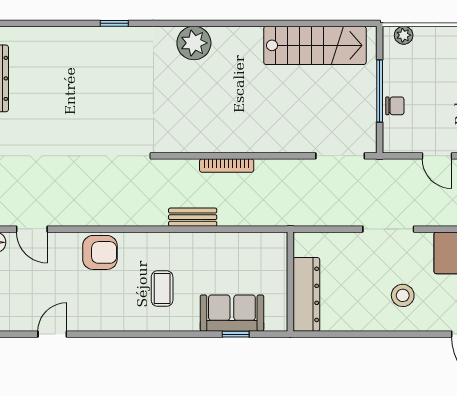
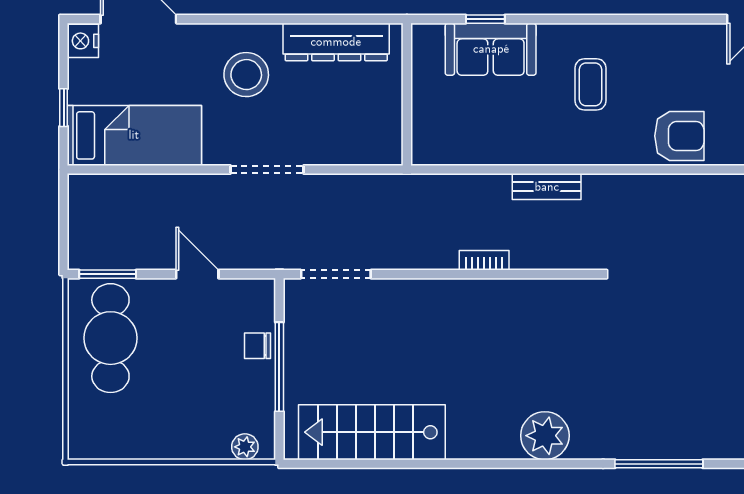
window: (114, 23) -> (659, 464), width x2.17
bookcase: (227, 166) -> (484, 260), width x0.64
armchair: (100, 252) -> (679, 136), turned 180
dresser: (306, 294) -> (336, 42), moved, turned -90
stool: (403, 295) -> (246, 75), width x1.38, depth x1.38

